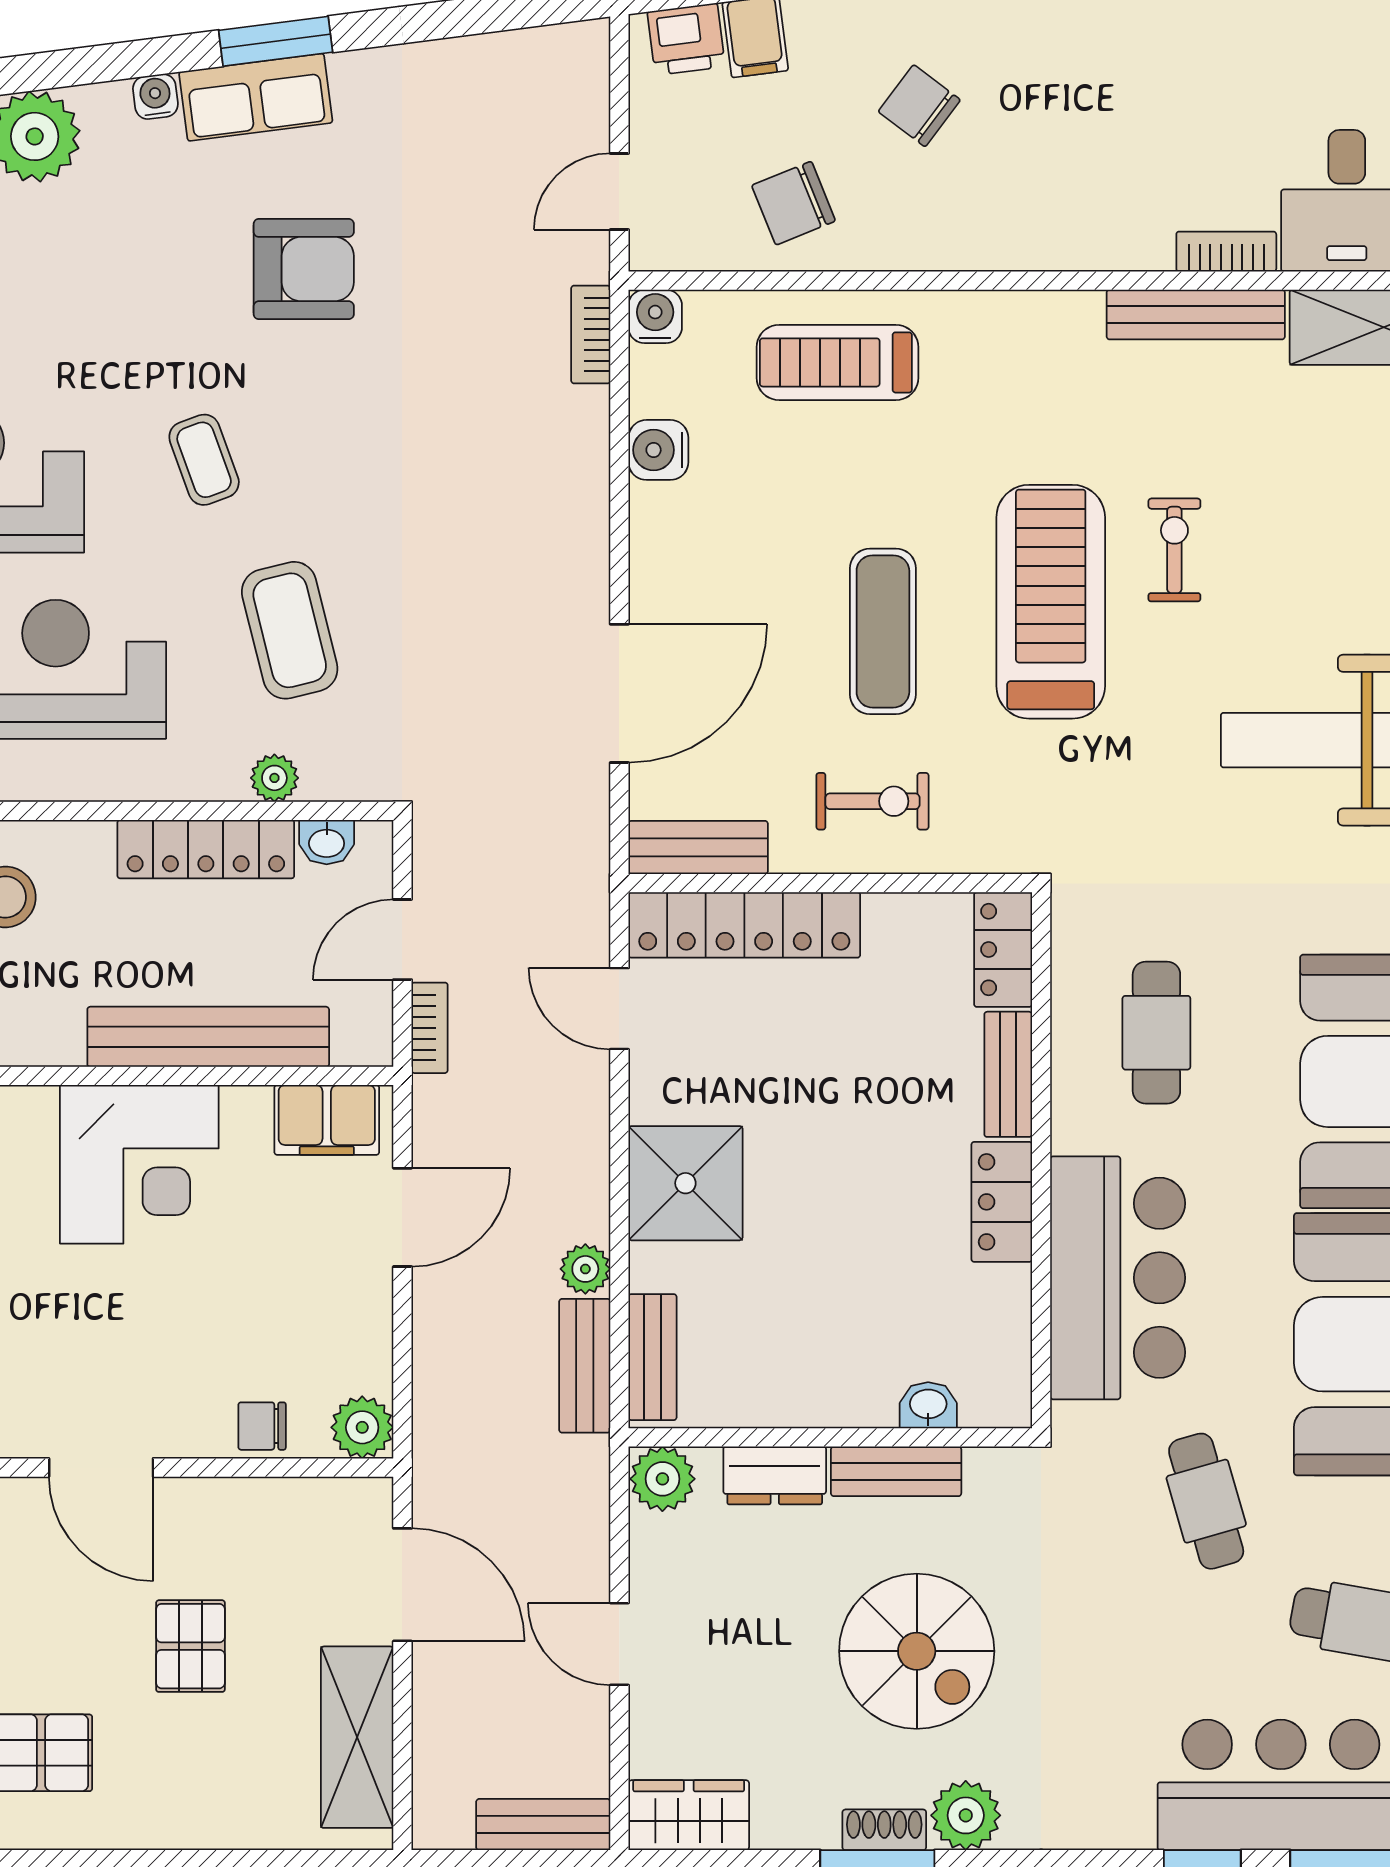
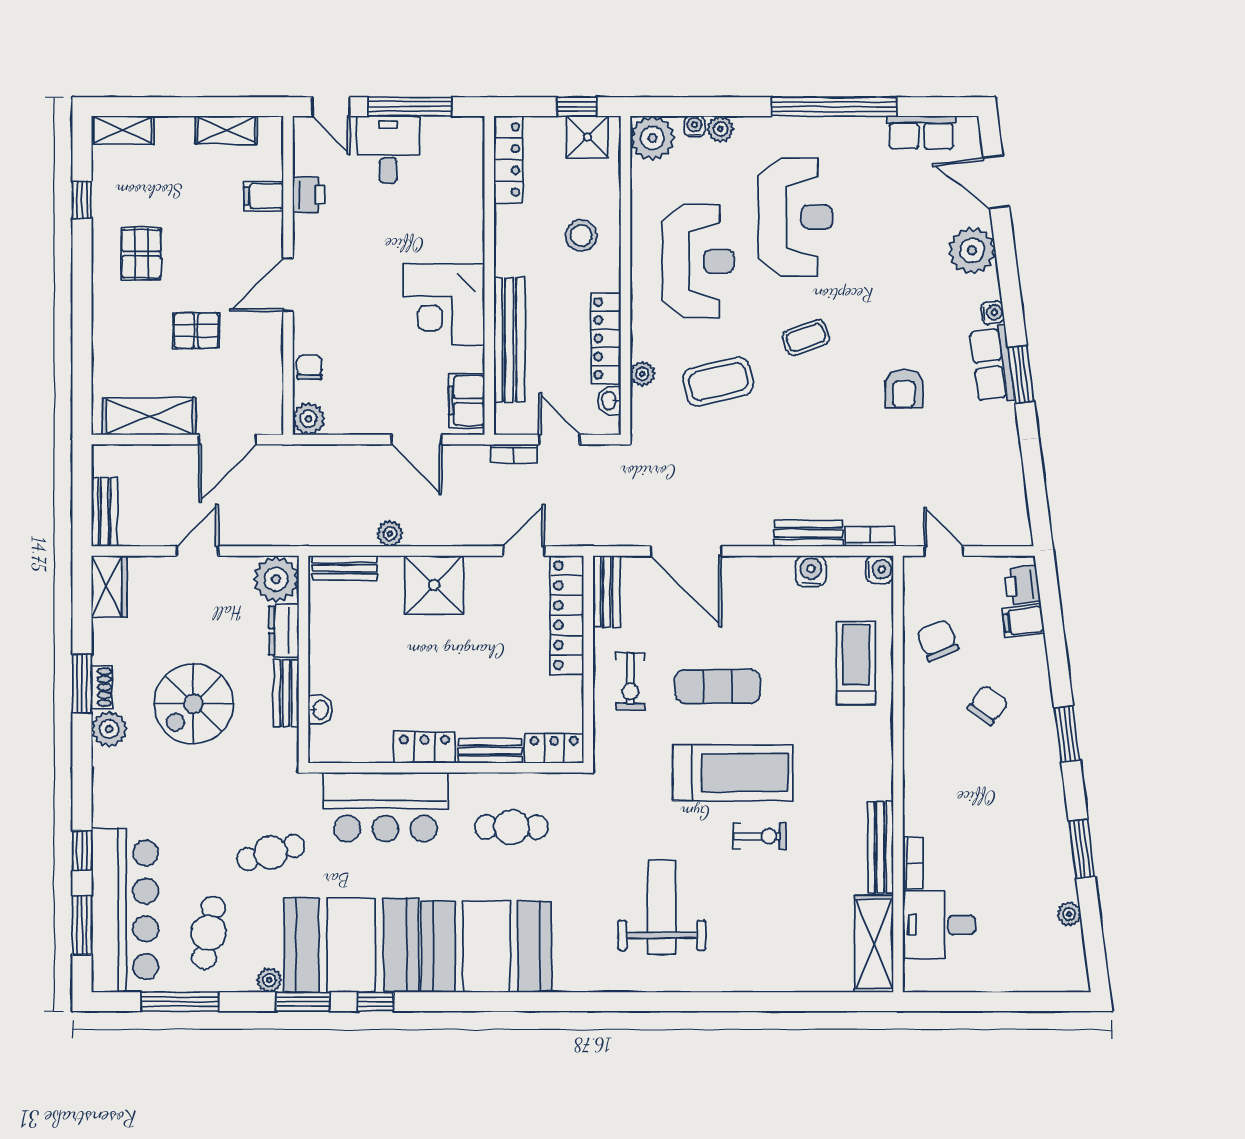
armchair: (304, 269) -> (904, 389), width x0.72, depth x0.72
bench: (585, 1366) -> (808, 533), moved
plant: (662, 1479) -> (276, 579), width x1.36, depth x1.36

